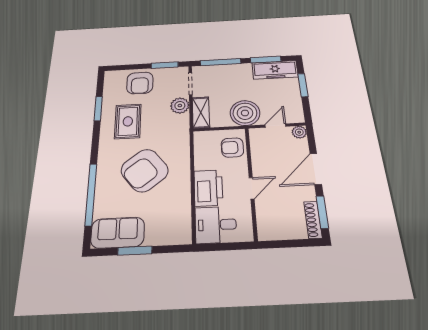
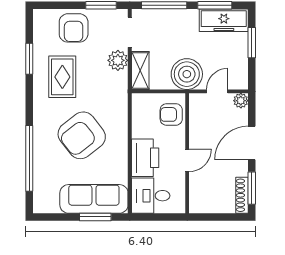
sofa: (118, 233) -> (94, 199), moved, width x1.36
window: (135, 251) -> (95, 217), moved

